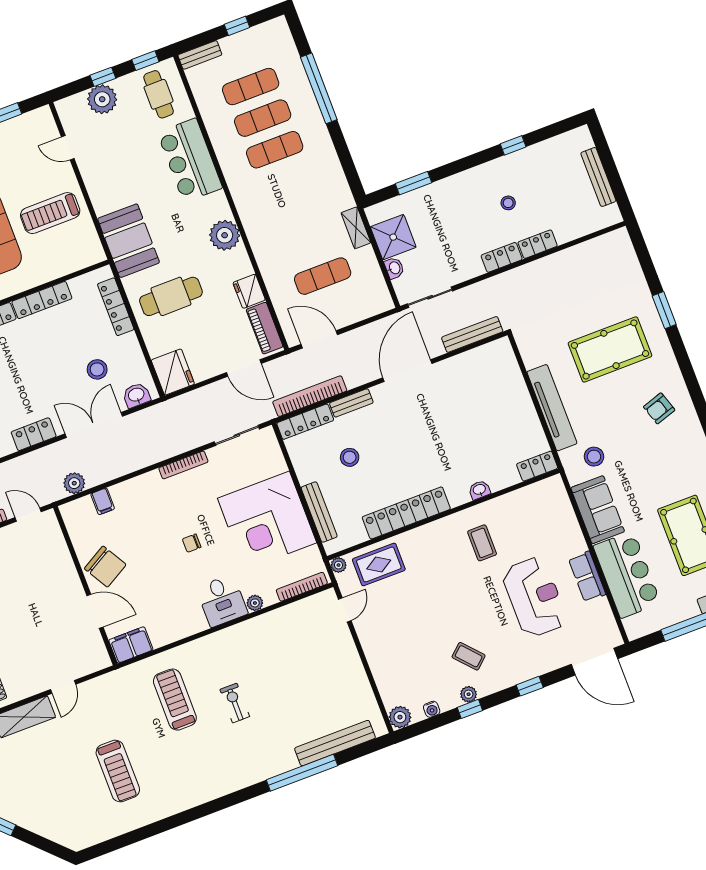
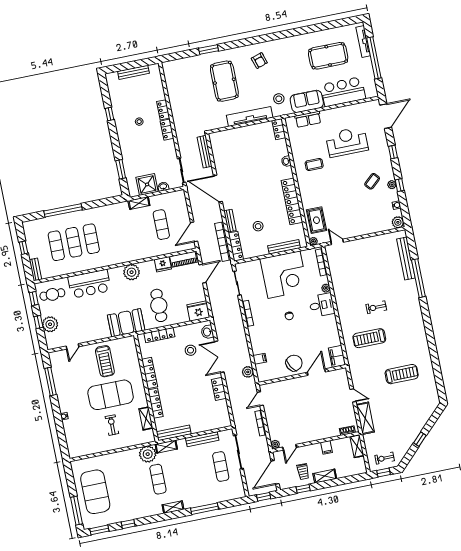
row of seats: (587, 577) -> (308, 119), moved

